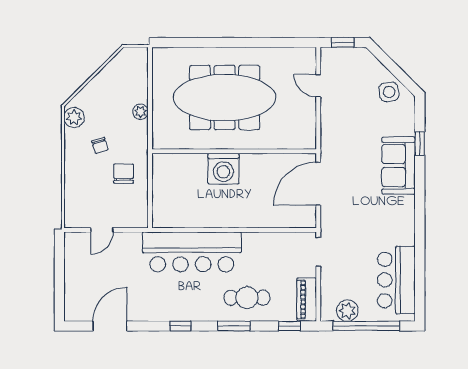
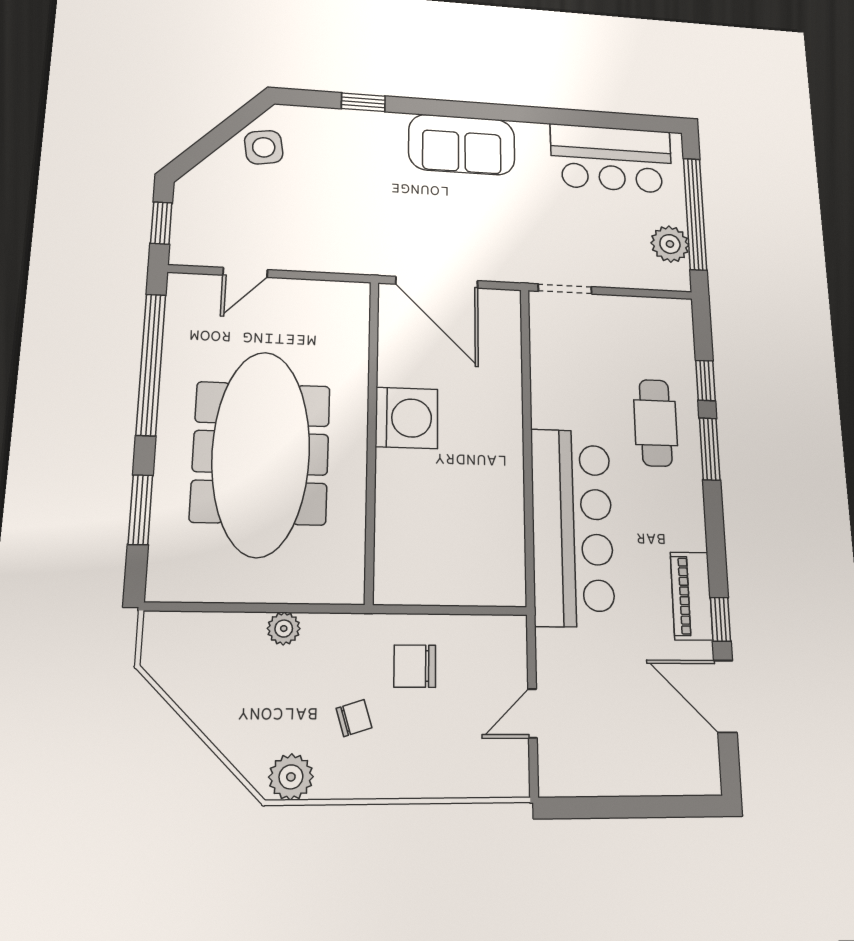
window: (195, 42) -> (140, 510), added
window: (268, 42) -> (151, 364), added
sofa: (399, 166) -> (462, 145), moved
washing machine: (223, 169) -> (407, 418), moved
door: (102, 230) -> (532, 713), swing flipped
piano: (307, 299) -> (691, 596), moved, turned 90
window: (180, 326) -> (720, 619), moved
window: (290, 326) -> (705, 381), moved

